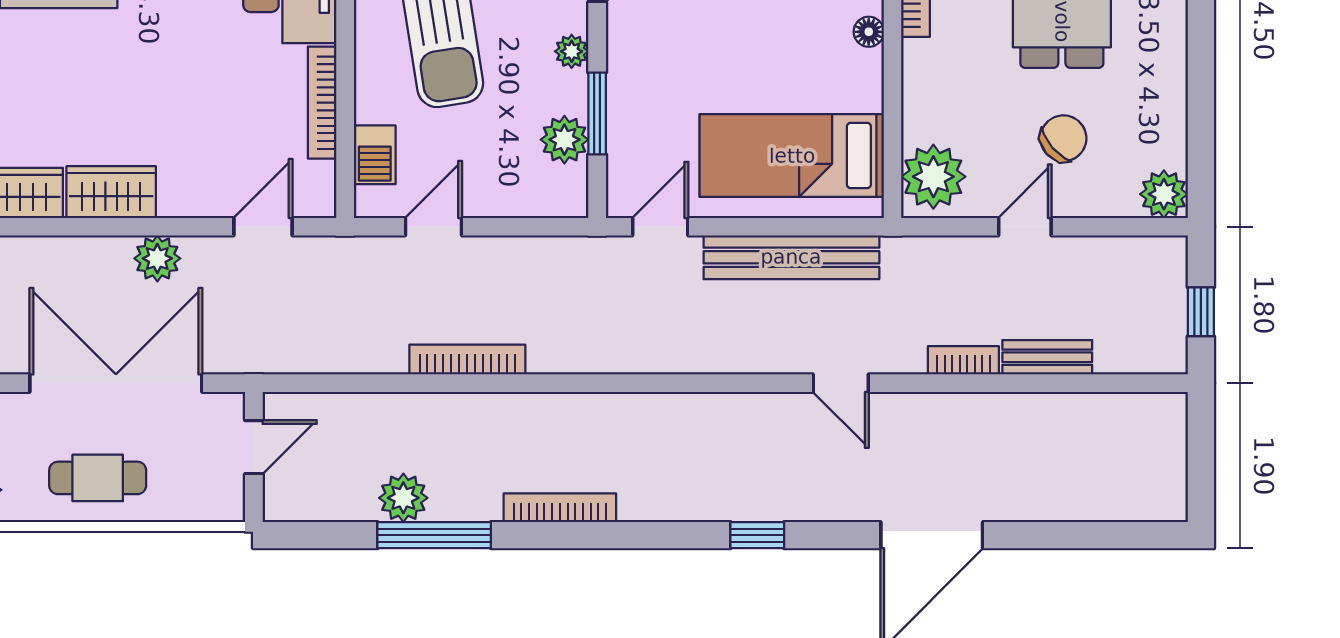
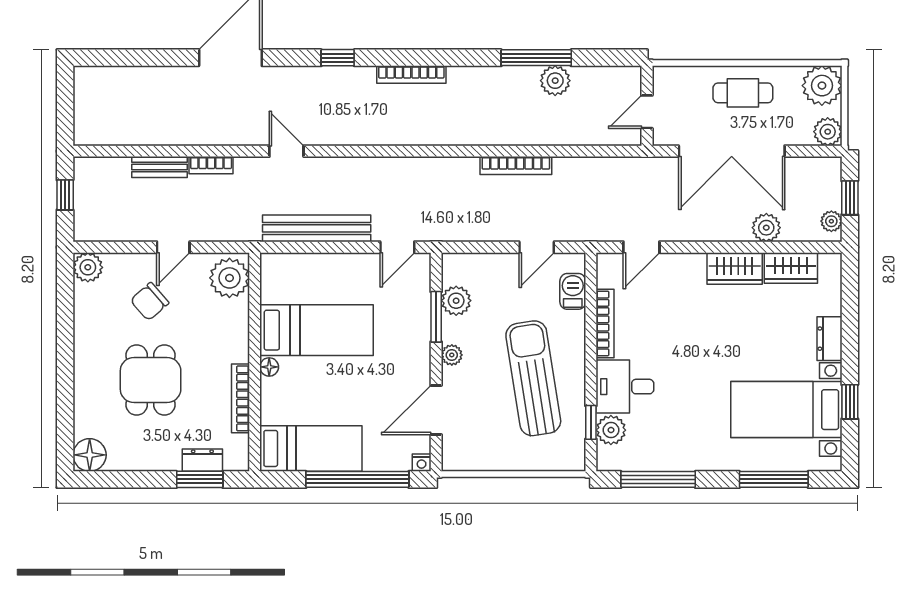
bed: (792, 156) -> (317, 330), moved
plant: (157, 258) -> (766, 228), moved
bookcase: (560, 508) -> (411, 75), moved

